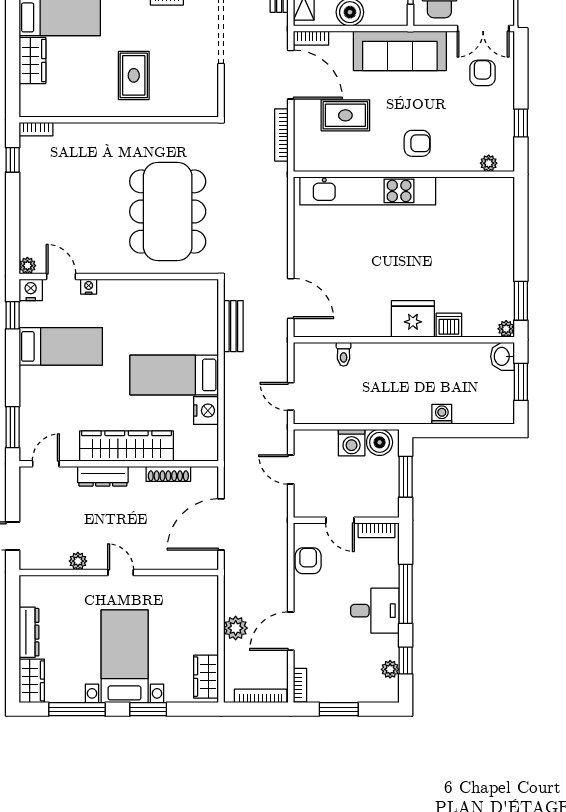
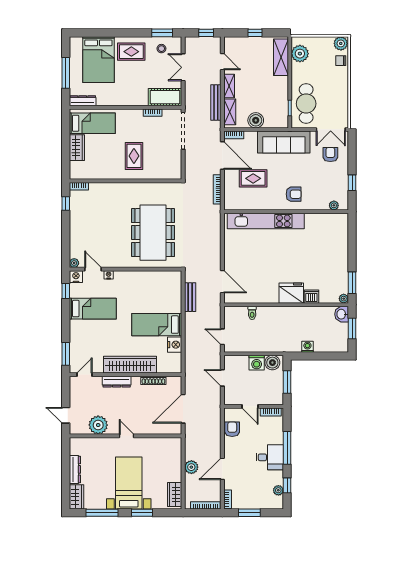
plant: (78, 561) -> (98, 425), width x1.88, depth x1.88

